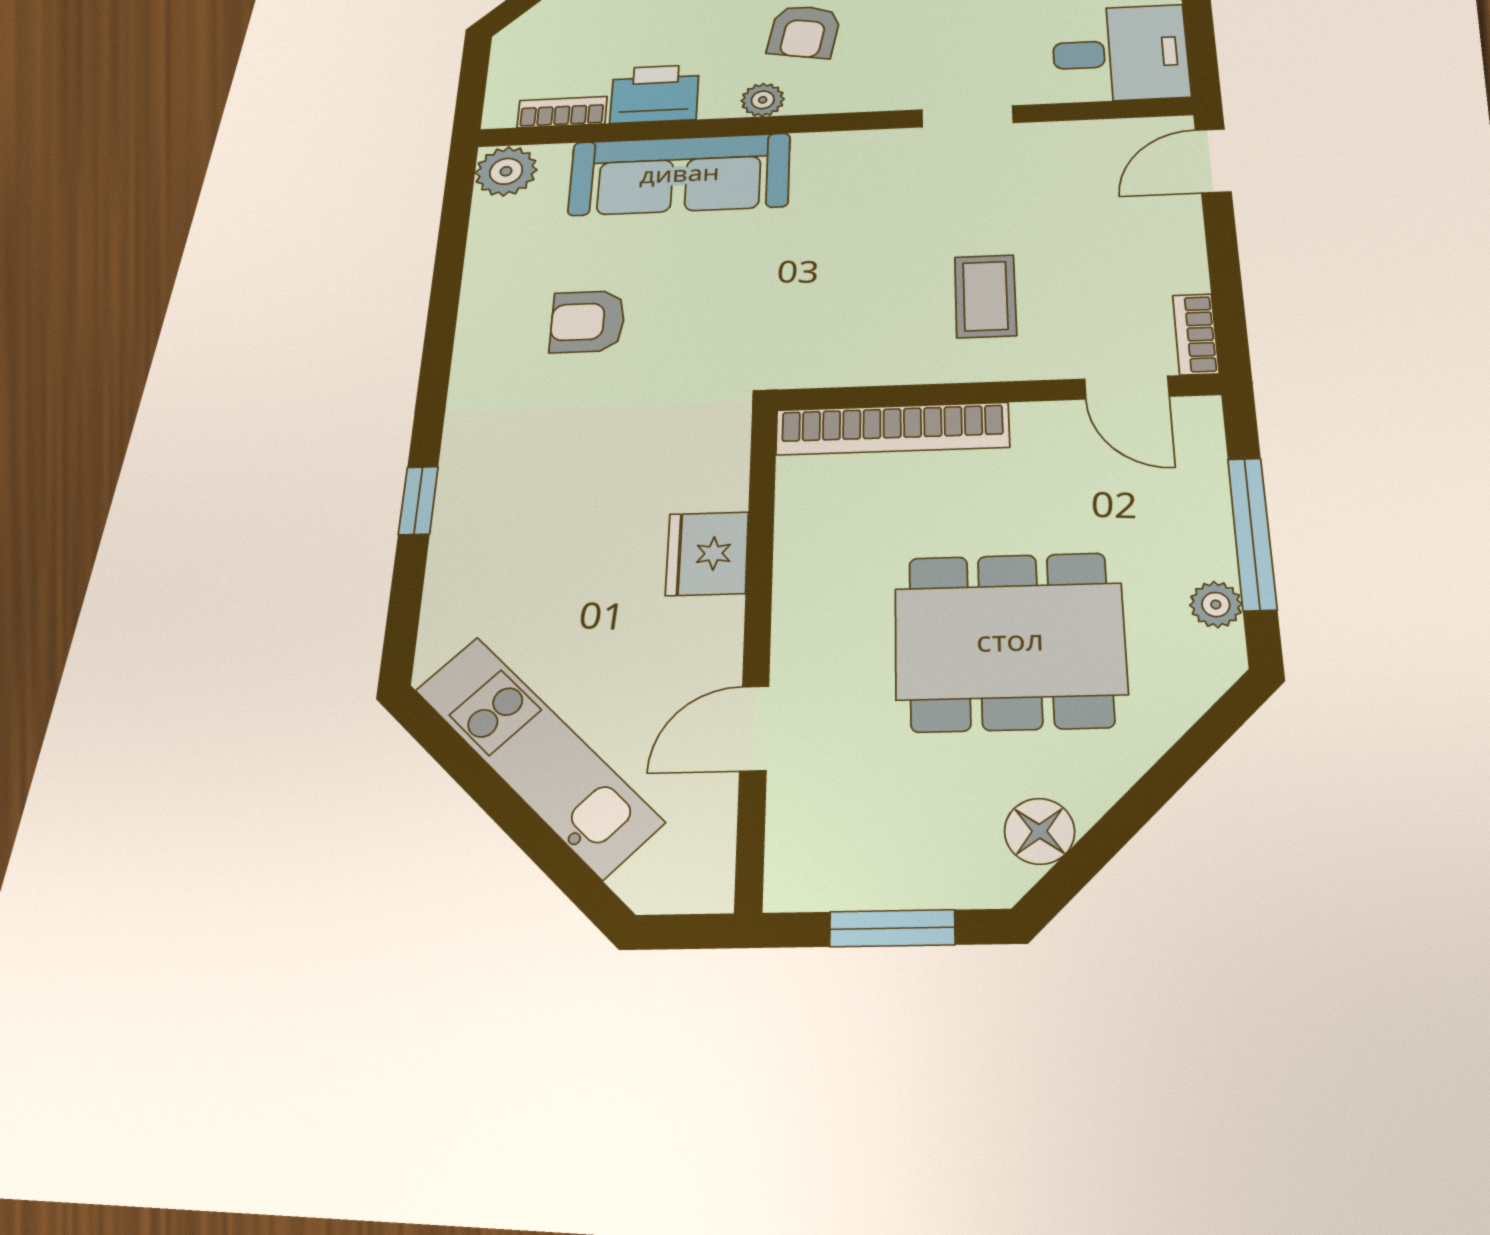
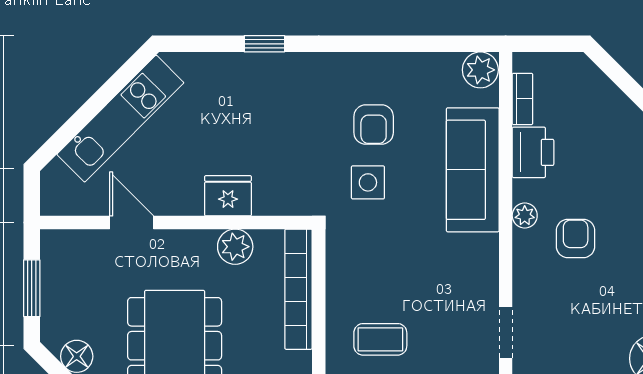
armchair: (804, 32) -> (576, 238), turned 80
armchair: (588, 322) -> (374, 125), turned 180
side table: (693, 326) -> (368, 182), added
plant: (808, 538) -> (235, 247), added

